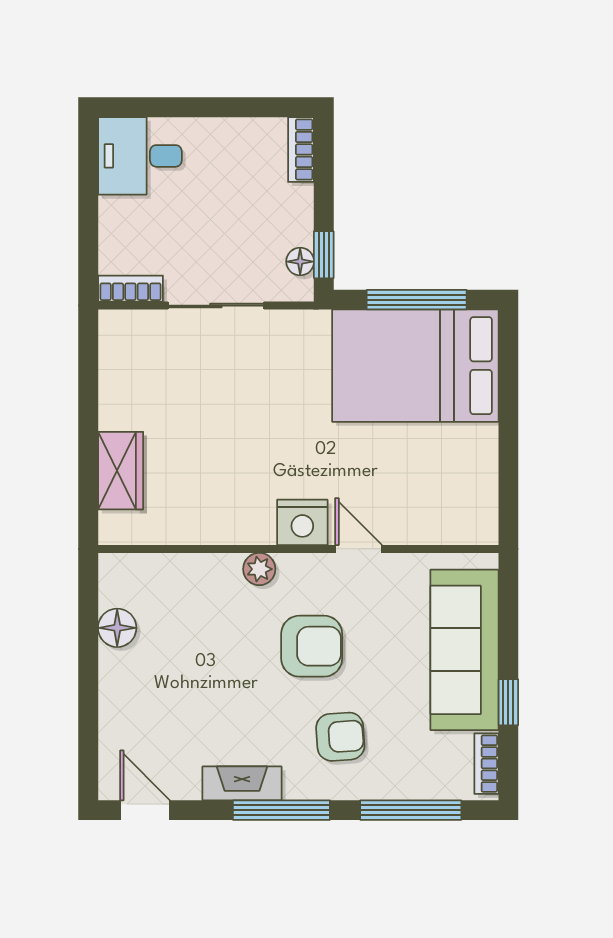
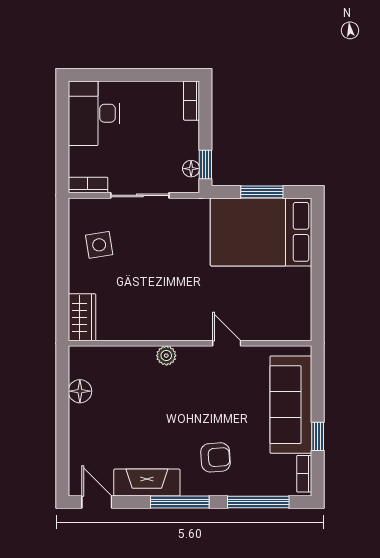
desk: (140, 156) -> (94, 113), width x1.37
window: (417, 300) -> (262, 192), width x0.69
side table: (149, 387) -> (99, 245), added
wardrobe: (121, 471) -> (82, 317), moved
nightstand: (302, 522) -> (192, 327), removed
armchair: (312, 646) -> (198, 402), removed
fireplace: (242, 783) -> (147, 483), width x1.37, depth x1.32

